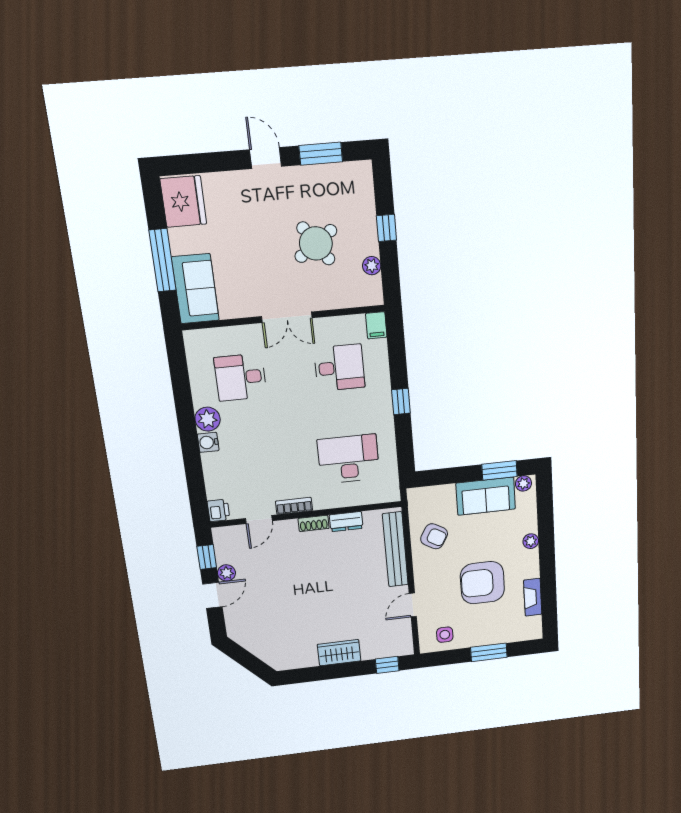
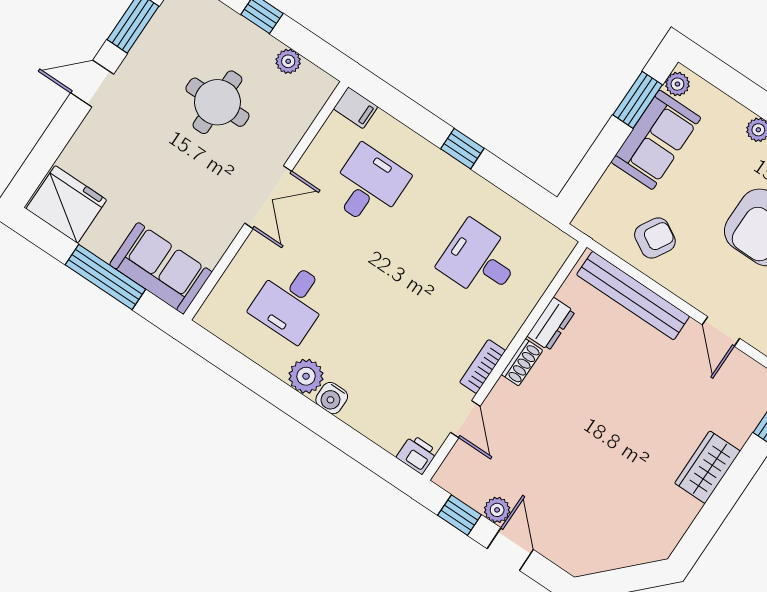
round table: (316, 243) -> (217, 102), turned 35
desk: (349, 459) -> (479, 260), width x0.73

